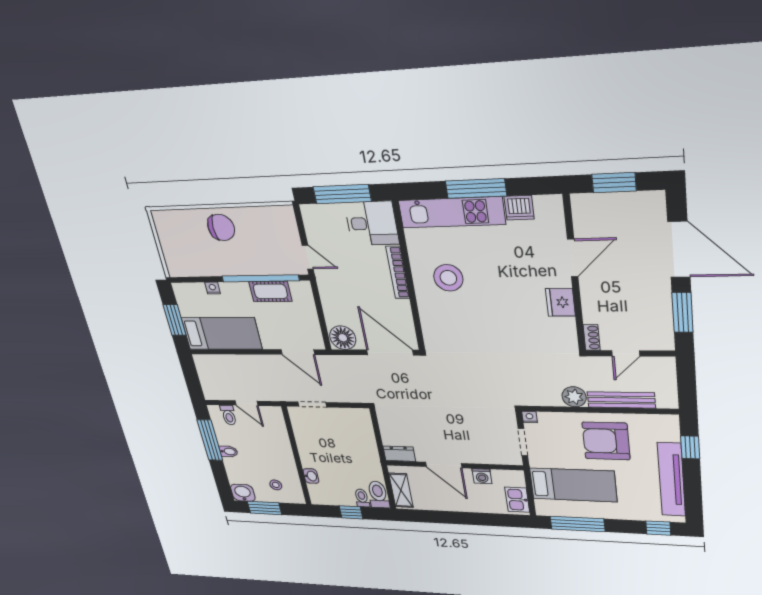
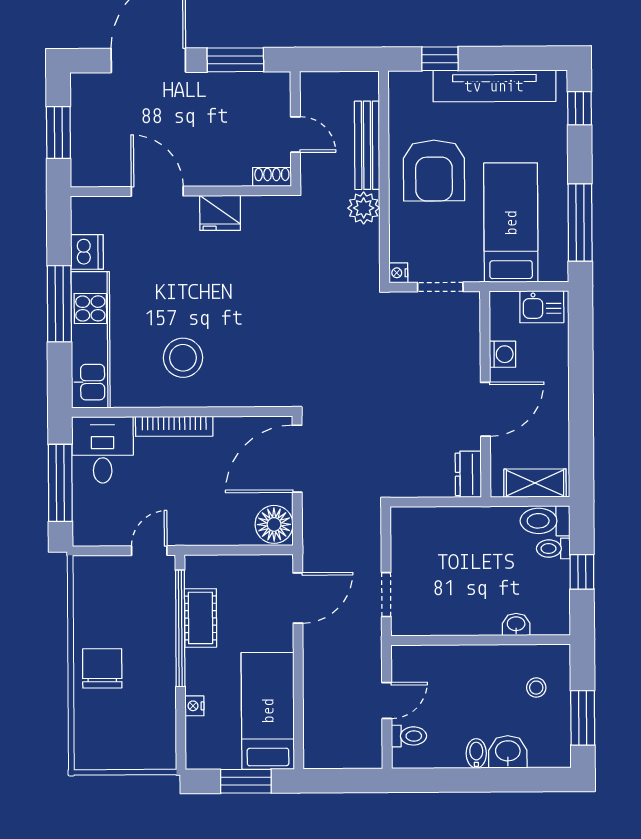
window: (210, 440) -> (456, 780), removed
washbasin: (243, 493) -> (508, 752), moved, turned 90

